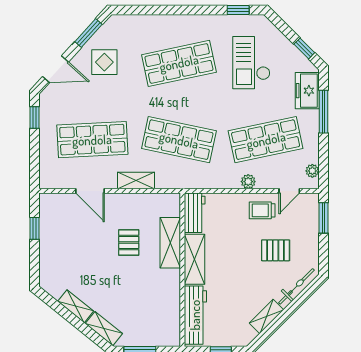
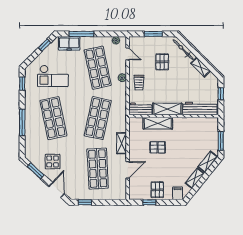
window: (172, 10) -> (22, 122), added
trolley: (262, 210) -> (139, 83), moved
window: (323, 218) -> (153, 34), moved
pallet: (56, 242) -> (157, 190), added
filing cabinet: (50, 277) -> (178, 193), added

